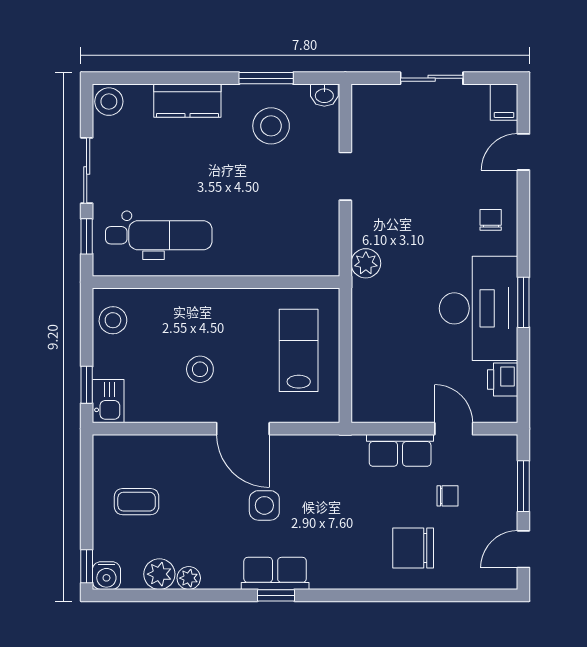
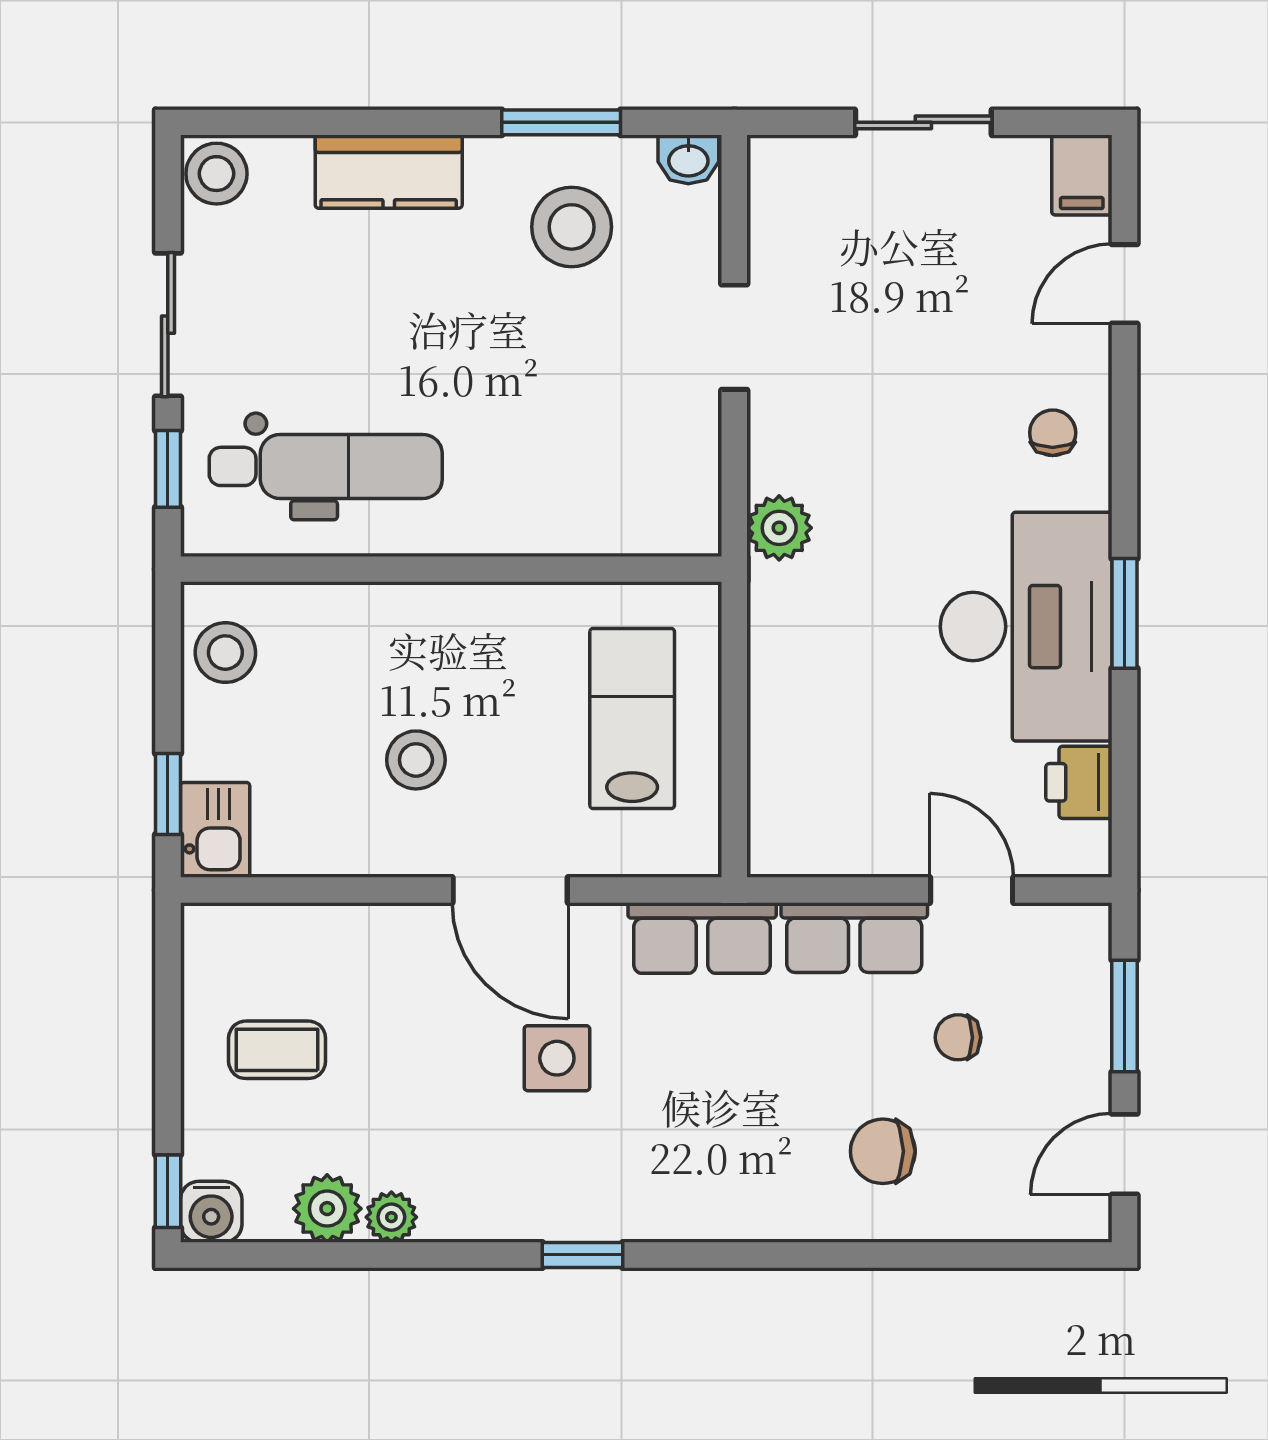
chair: (447, 496) -> (958, 1037), turned 180
chair: (413, 548) -> (883, 1151), width x0.73, depth x0.73
row of seats: (275, 573) -> (702, 938), moved, turned 180

